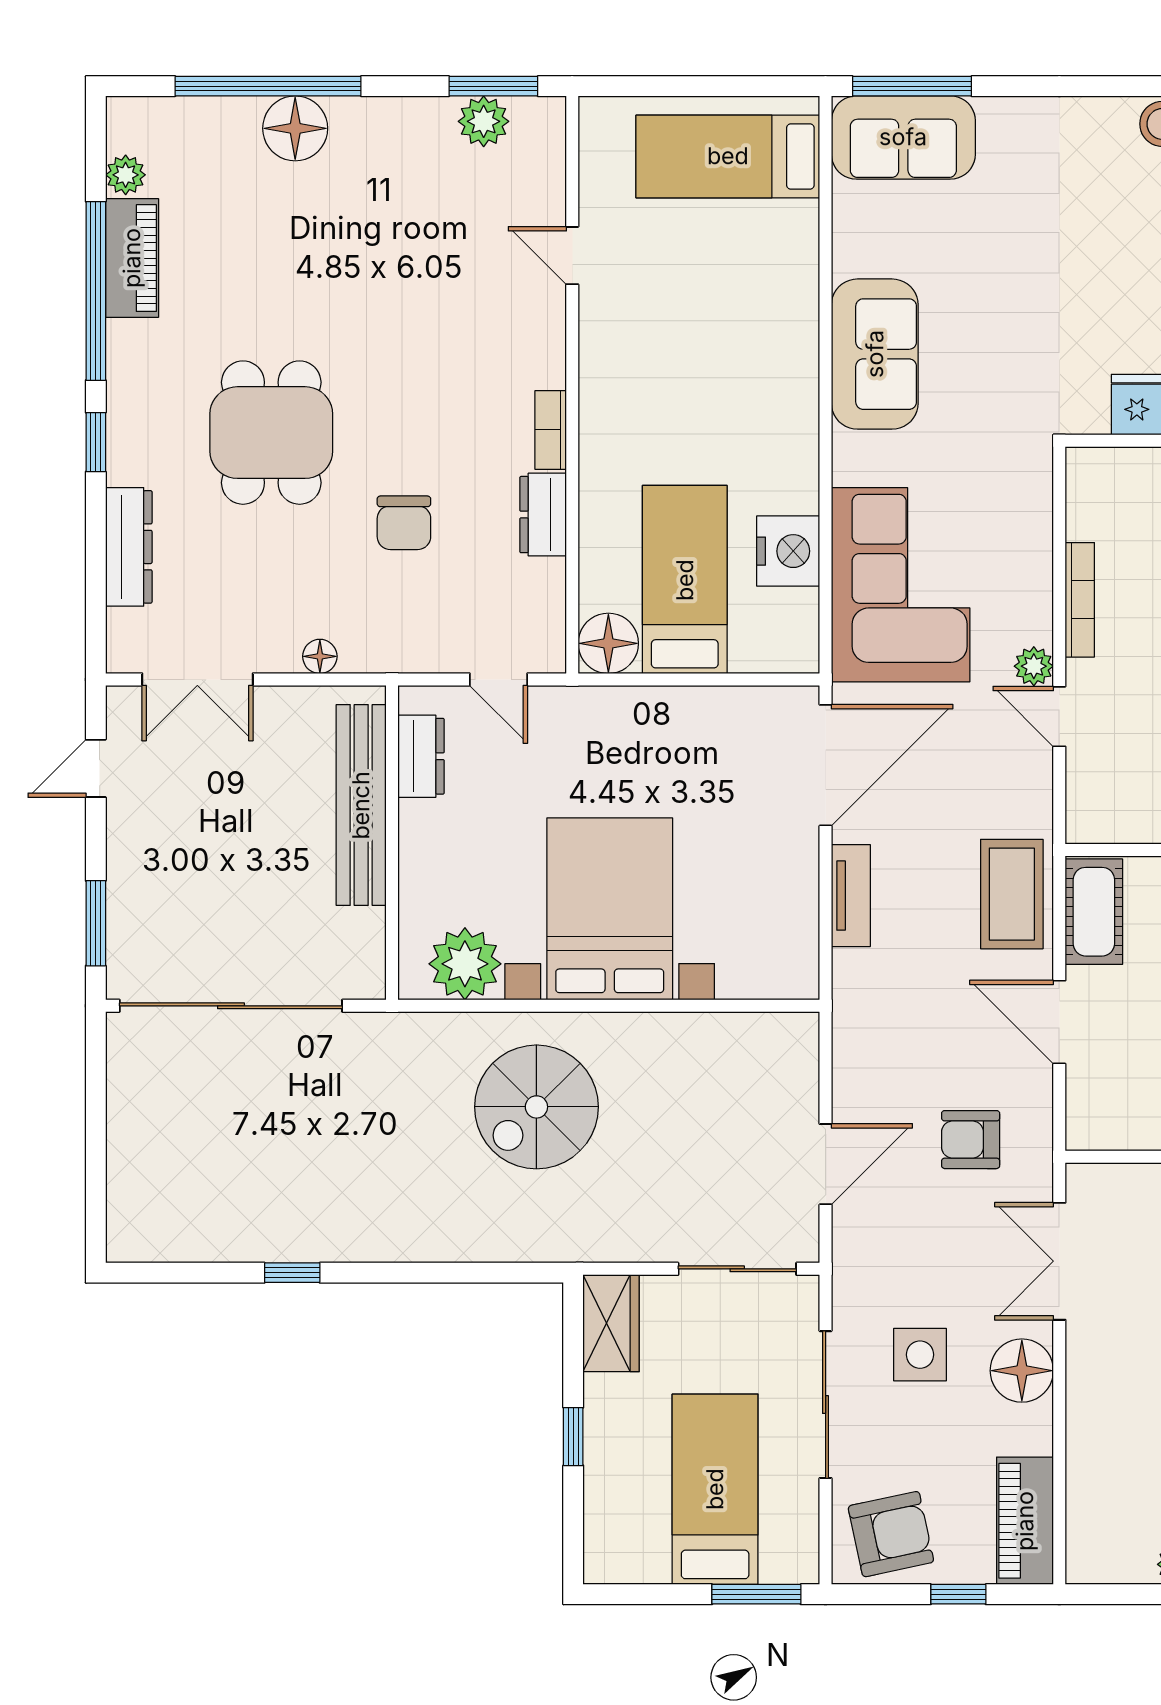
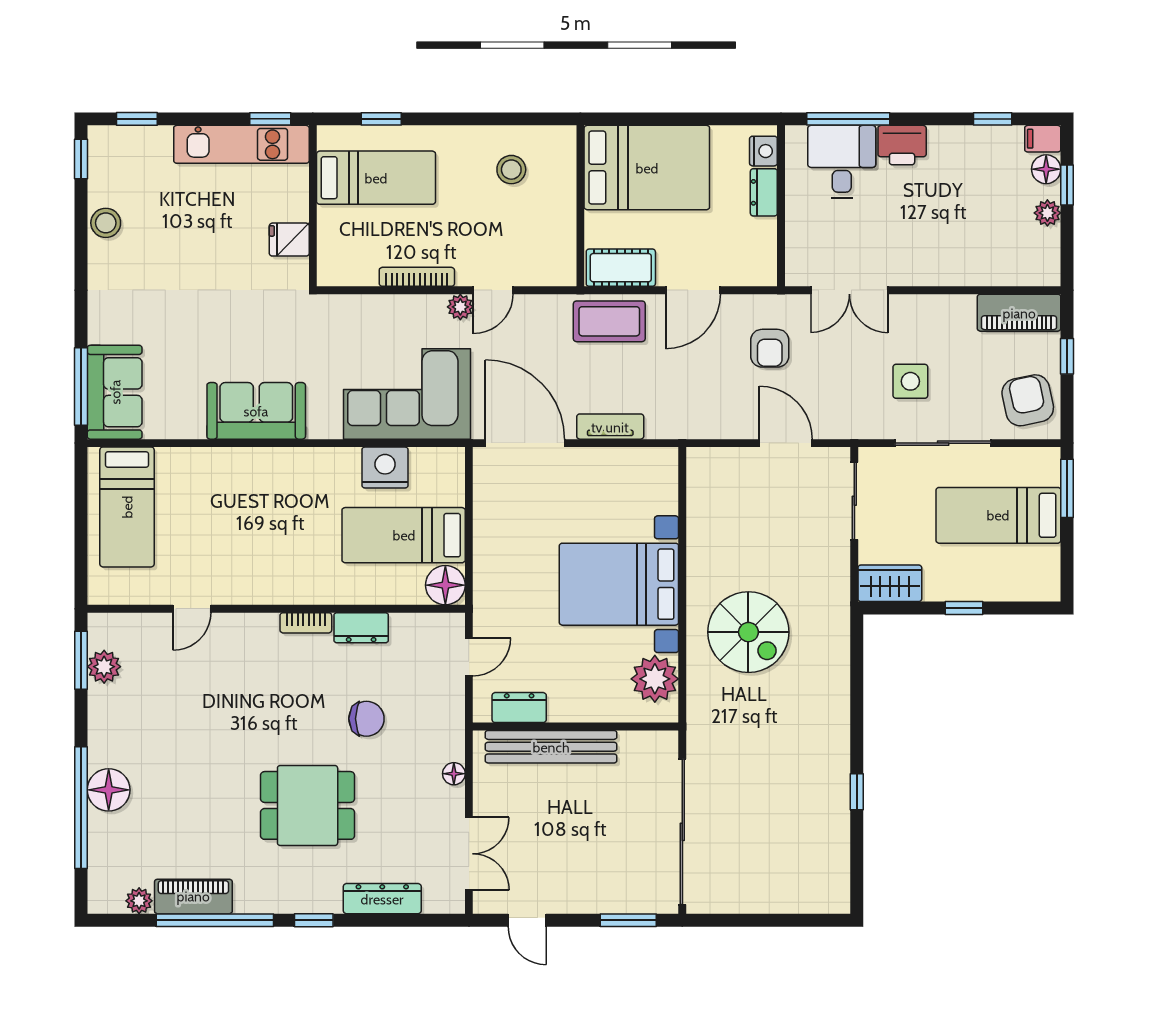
floor lamp: (1022, 1371) -> (921, 315), removed

